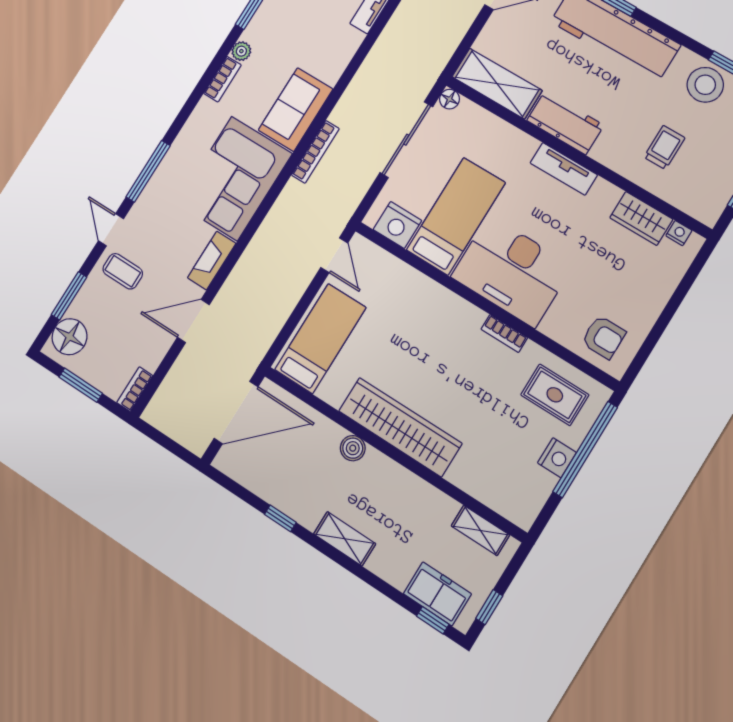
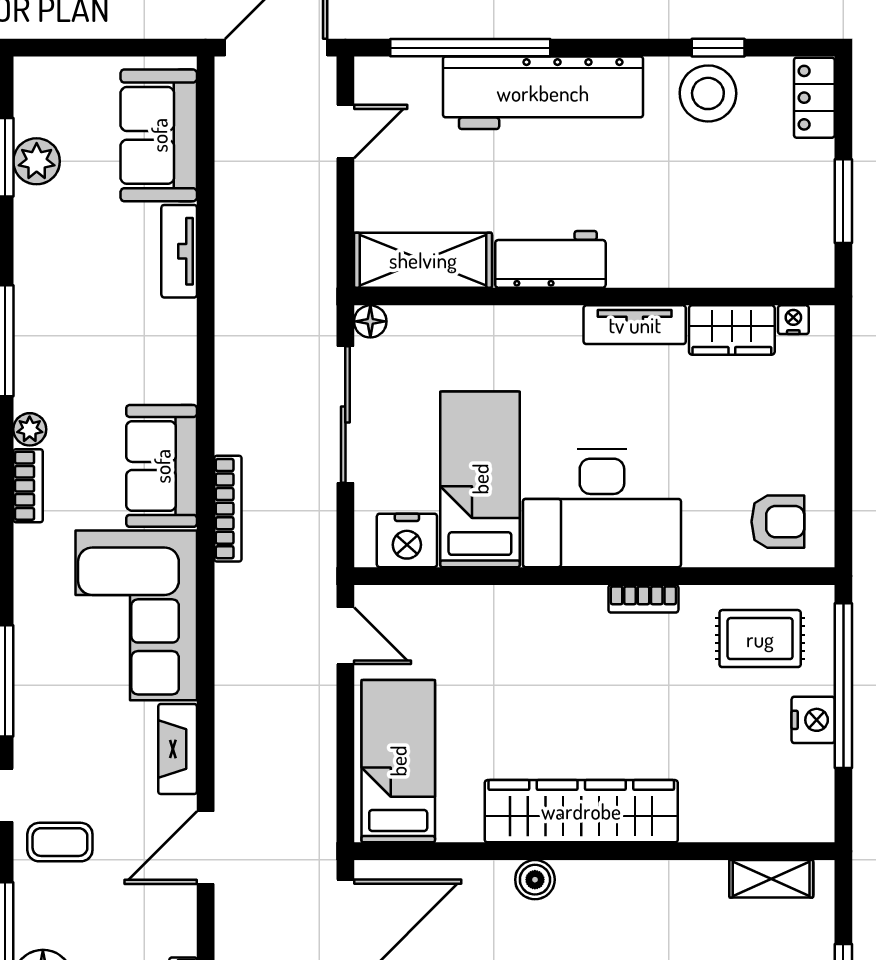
trolley: (664, 147) -> (705, 214), removed
tv unit: (564, 169) -> (635, 325), moved

